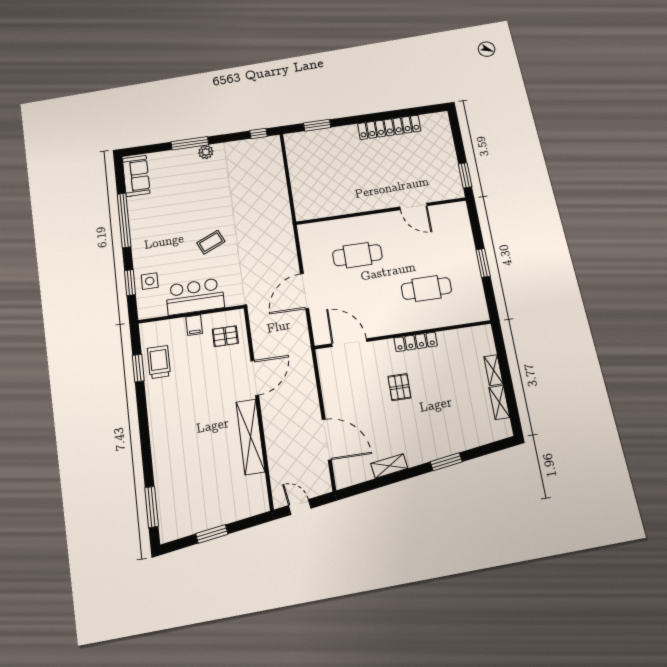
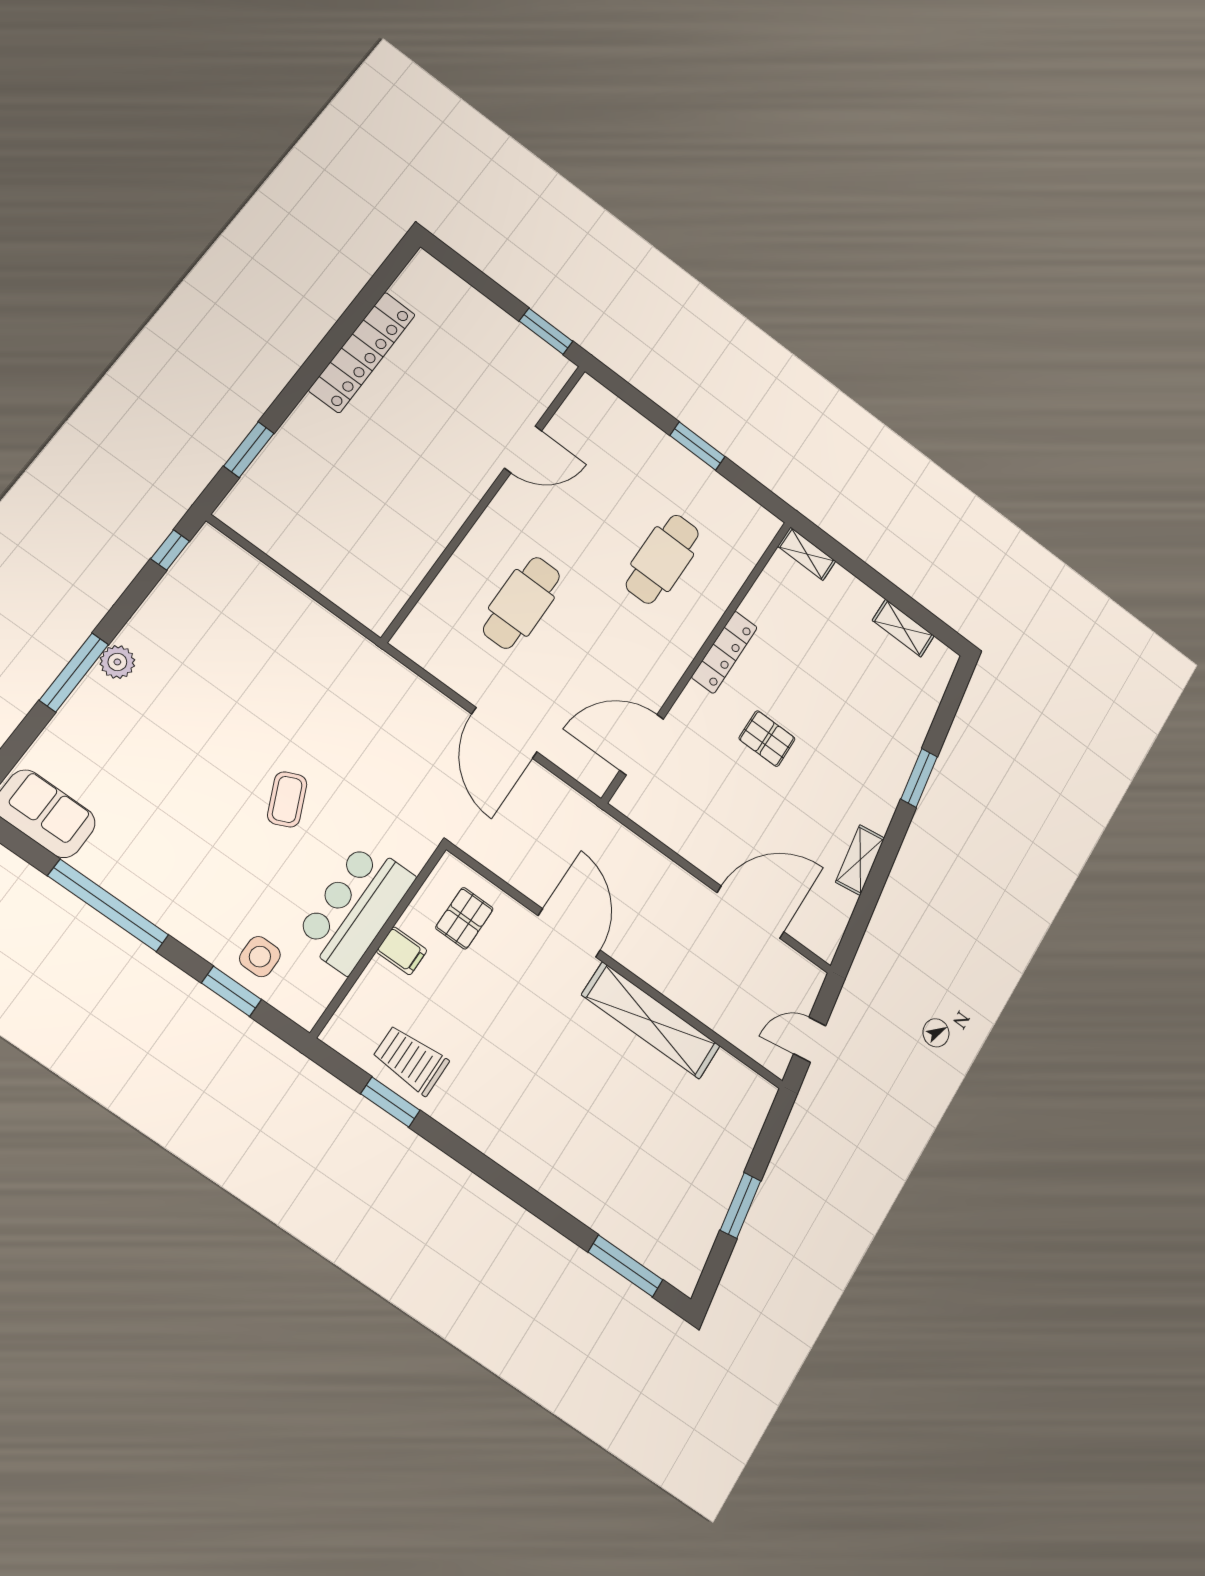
shelving: (493, 370) -> (807, 554), moved

